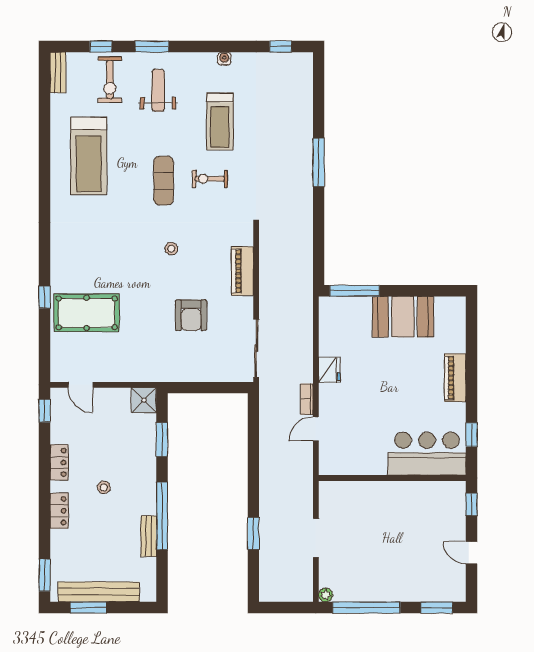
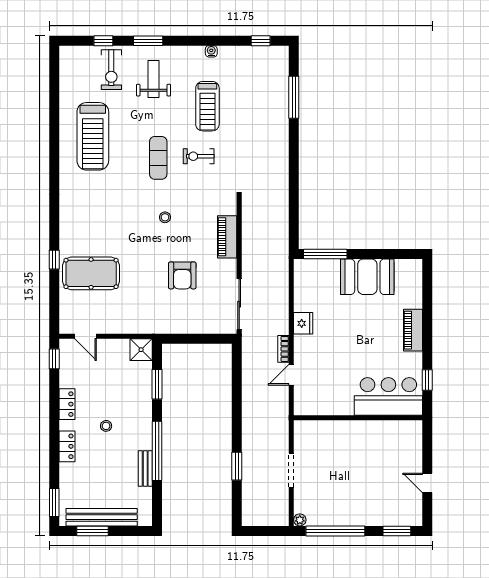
bench: (58, 72) -> (66, 63), removed
window: (319, 163) -> (294, 97), moved
window: (471, 504) -> (427, 441), removed

